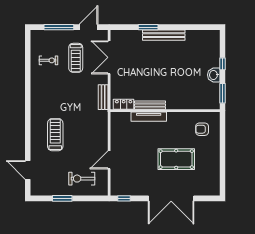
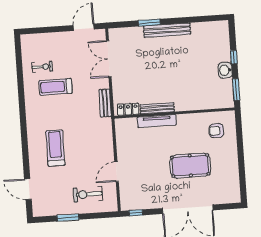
window: (59, 27) -> (51, 29), removed
treadmill: (76, 58) -> (56, 87), moved, turned 90

